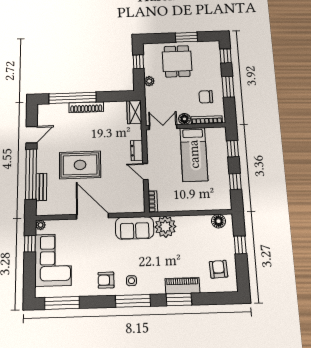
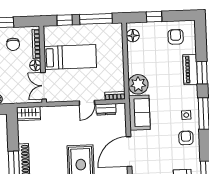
dresser: (137, 151) -> (106, 109), moved
window: (235, 182) -> (96, 19), width x2.17
armchair: (219, 269) -> (176, 37), turned 93
armchair: (106, 280) -> (186, 138), turned 180

